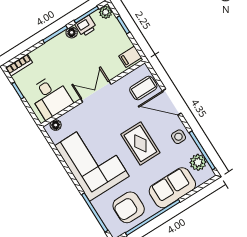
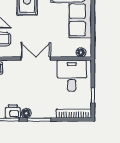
bookcase: (19, 65) -> (74, 114), width x1.56
double door: (96, 91) -> (36, 59), swing flipped

